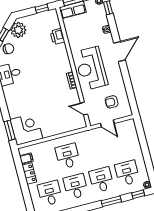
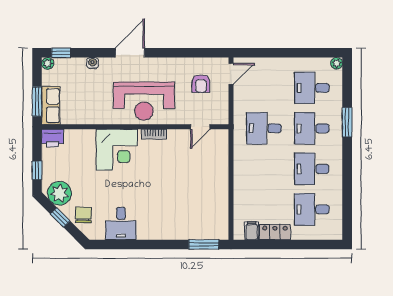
window: (42, 9) -> (37, 170), moved
printer: (57, 36) -> (53, 138), moved
door: (119, 51) -> (130, 53), hinge flipped
door: (107, 123) -> (231, 74), moved
corner desk: (26, 129) -> (117, 150), moved, turned 180
desk: (68, 156) -> (264, 128), moved
window: (138, 194) -> (347, 80), removed

